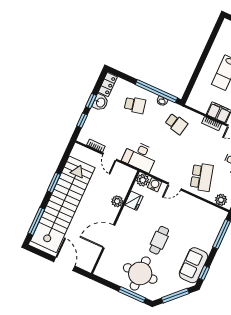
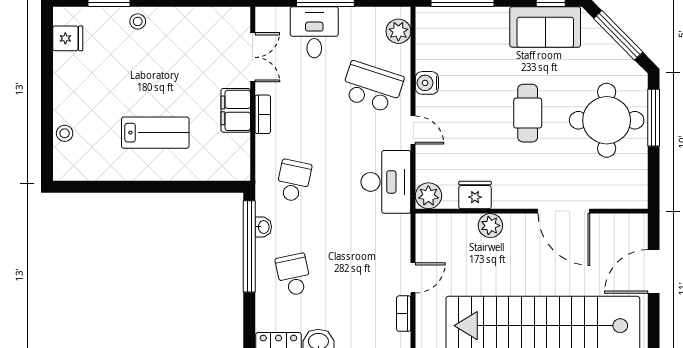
desk: (140, 156) -> (386, 182), moved
school desk: (202, 177) -> (372, 87), turned 33
water cooler: (155, 185) -> (427, 83), moved
cafe table: (159, 240) -> (528, 113), turned 90

